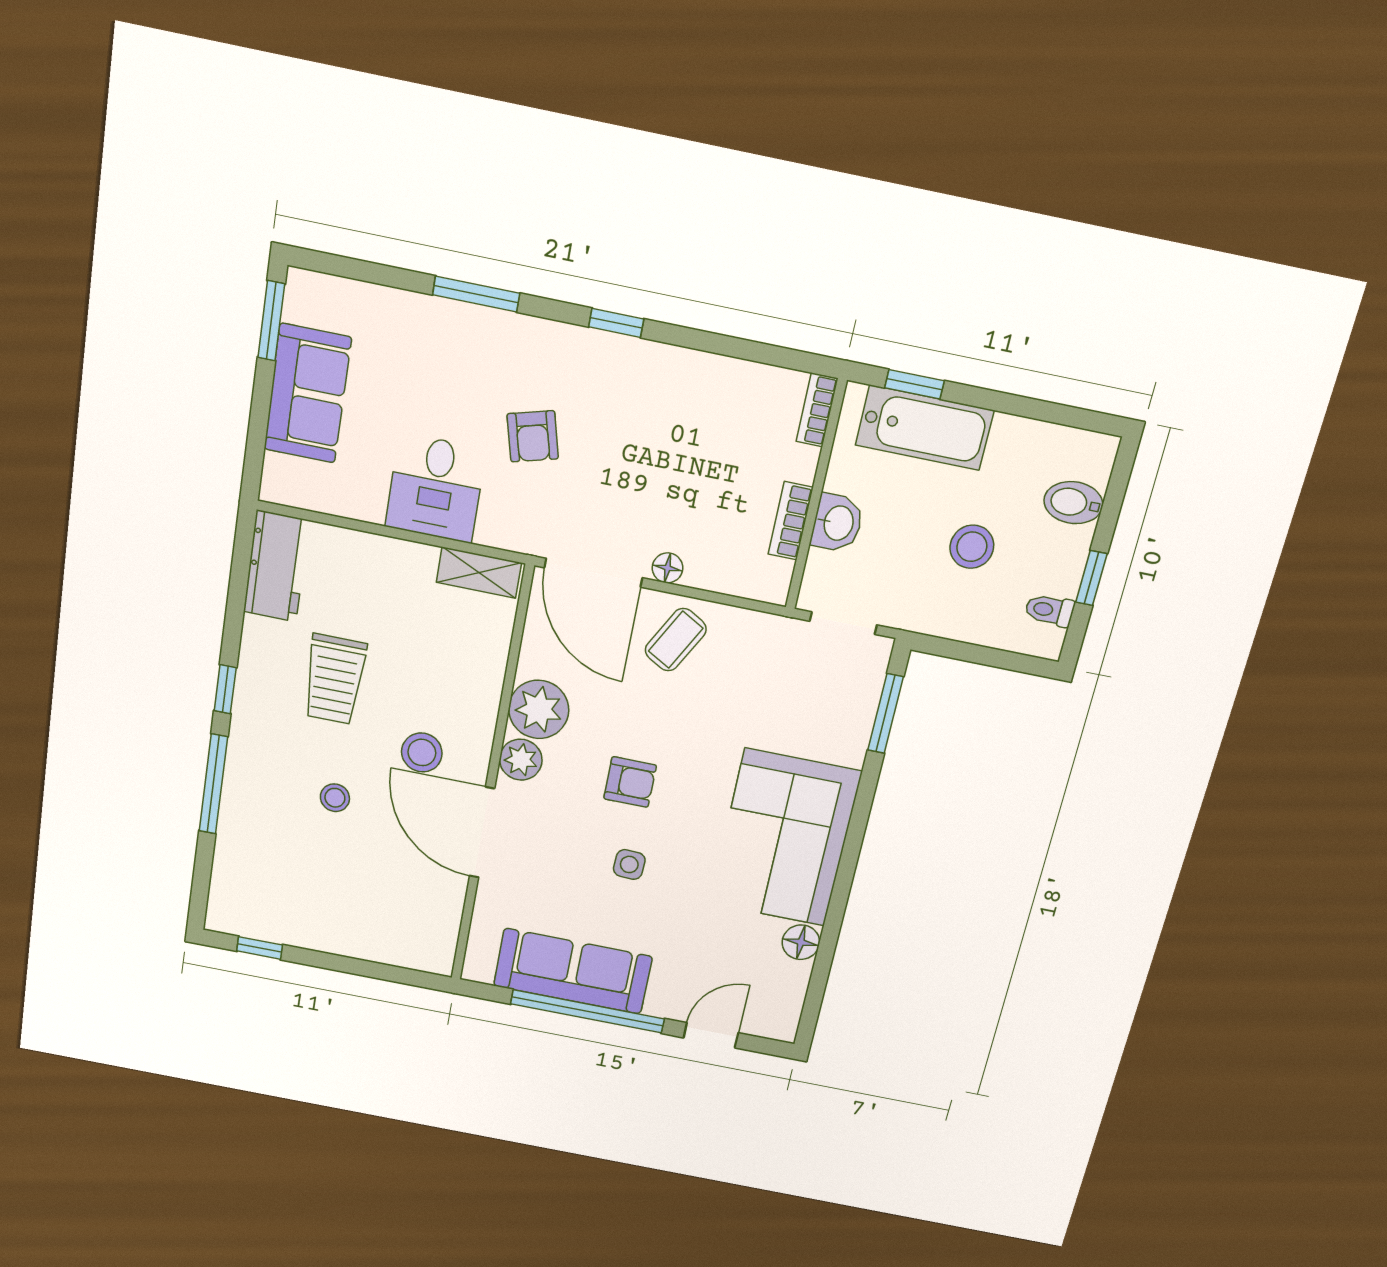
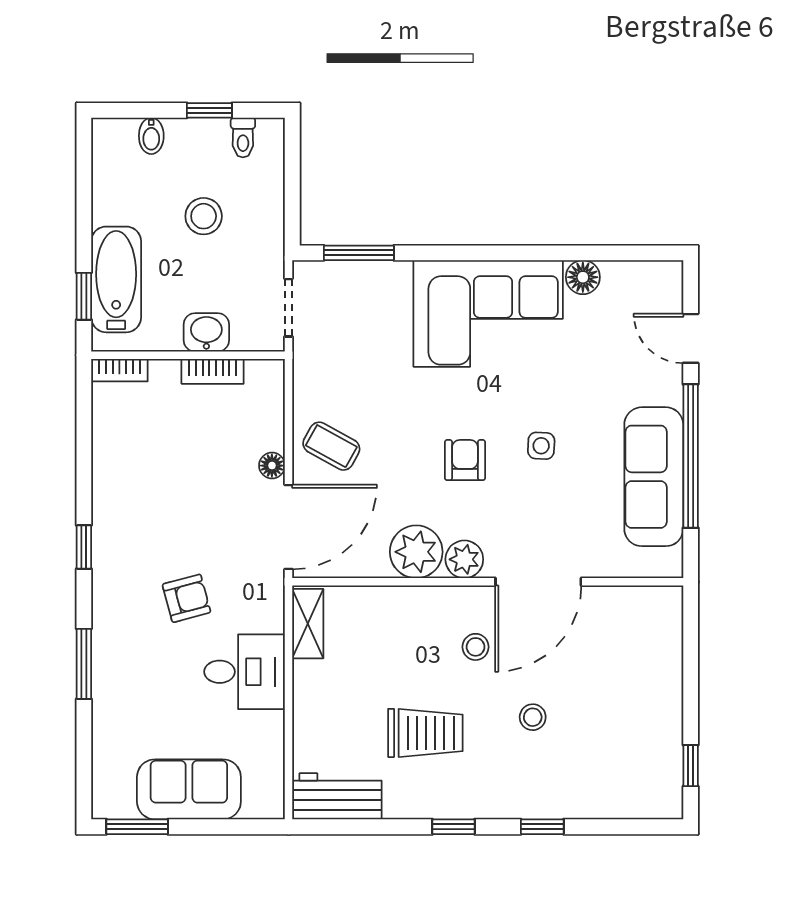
bidet: (1073, 503) -> (151, 136), width x0.72, depth x0.74
stool: (422, 752) -> (476, 647), width x0.73, depth x0.73
window: (213, 784) -> (542, 827), width x0.46

